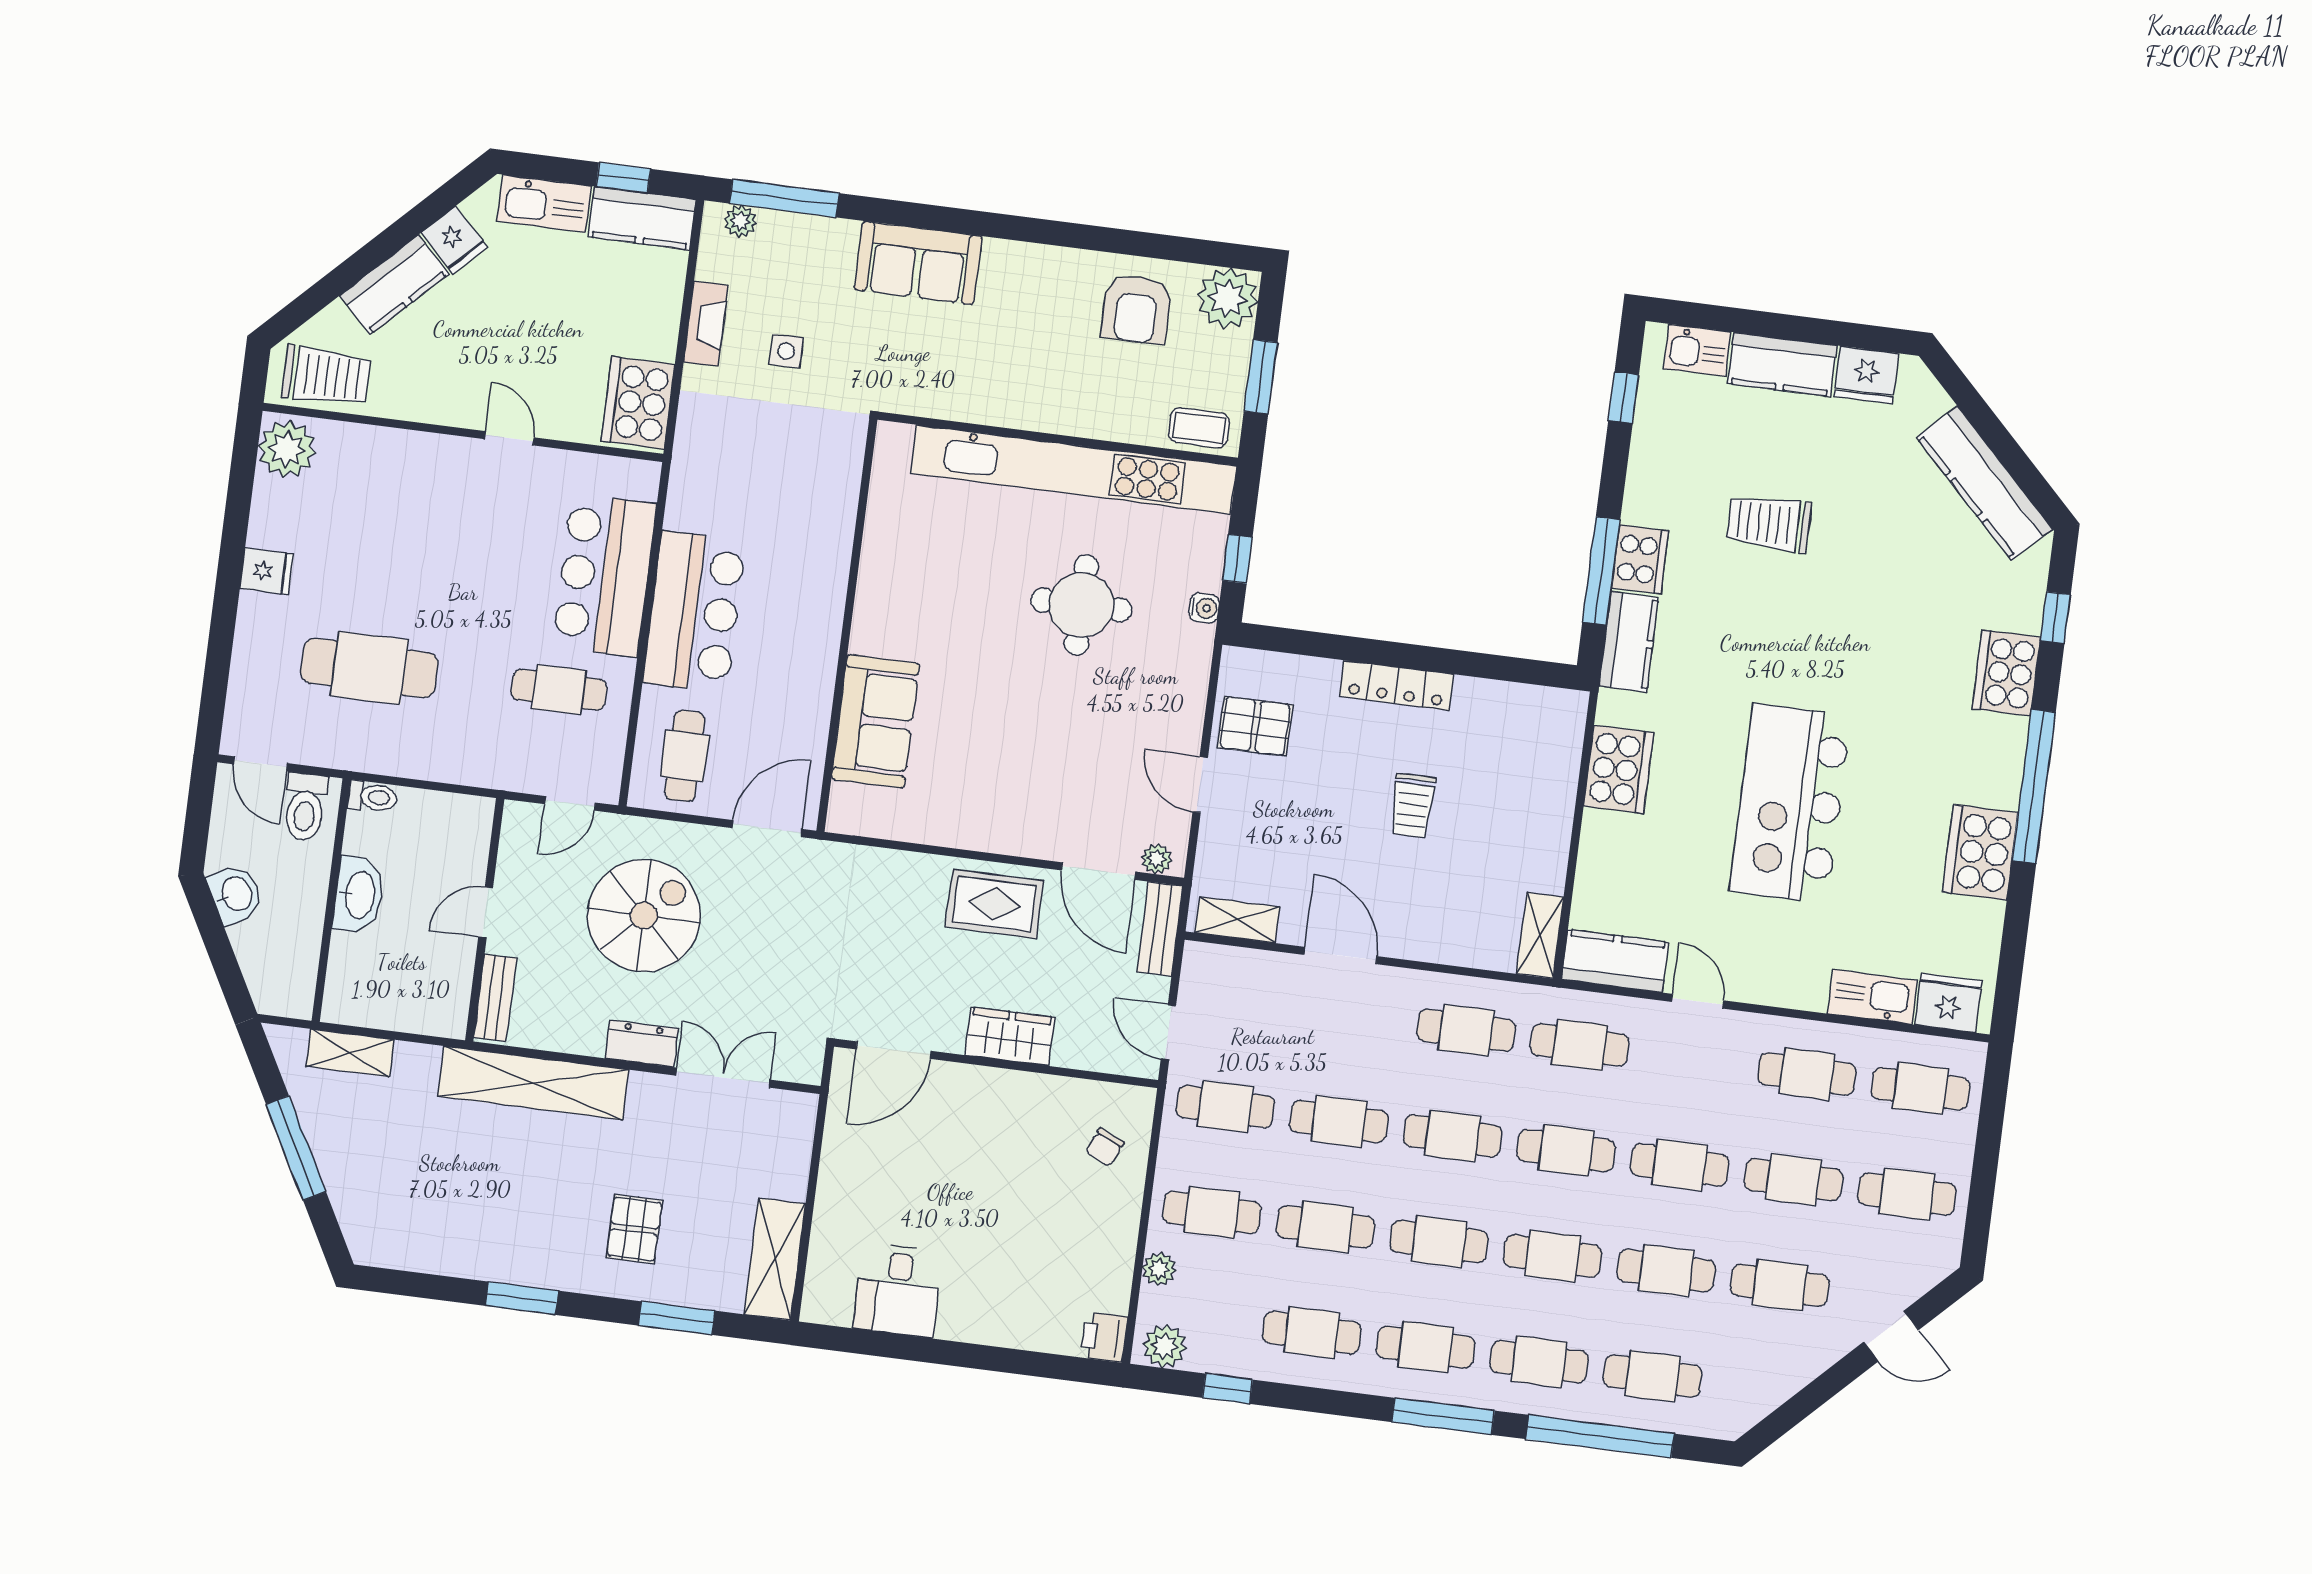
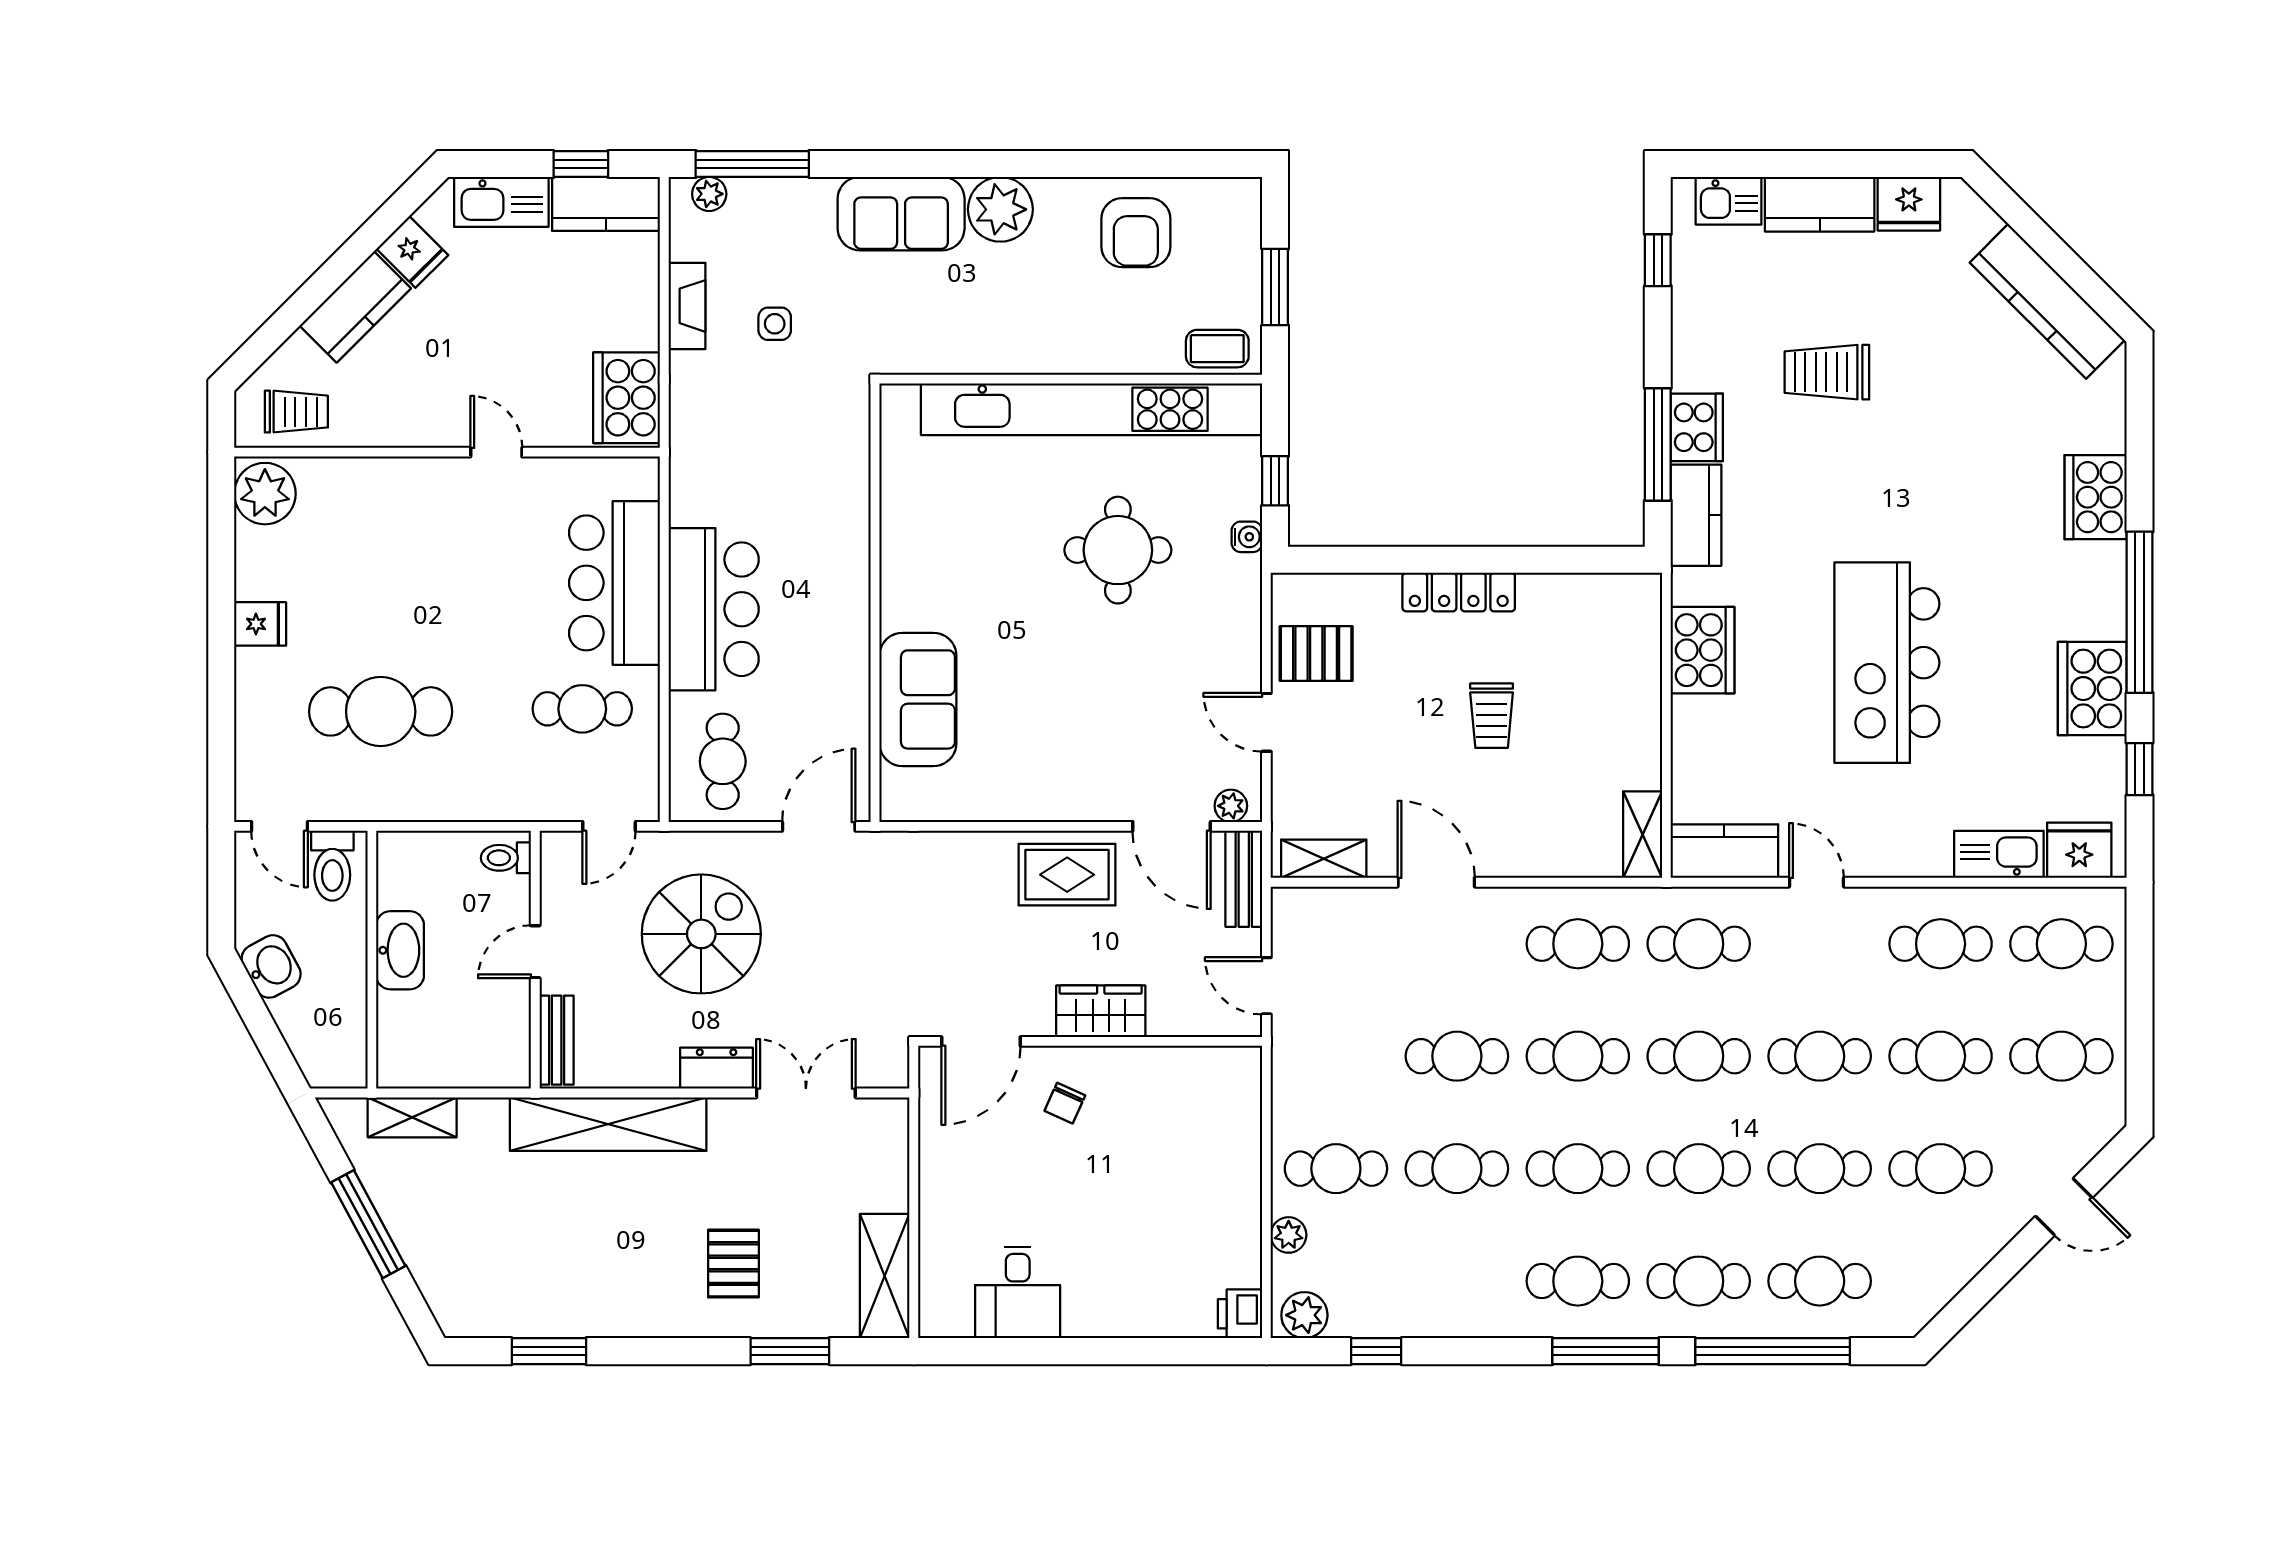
plant: (1227, 298) -> (1000, 209), moved
trolley: (326, 376) -> (296, 412), width x0.73, depth x0.72
window: (2055, 618) -> (2140, 769), moved
toilet: (372, 797) -> (506, 858), moved, turned 180
cafe table: (1225, 1107) -> (1336, 1056), removed
chair: (1105, 1147) -> (1065, 1103), moved
window: (522, 1298) -> (549, 1351), moved
cafe table: (1312, 1333) -> (1457, 1281), removed

